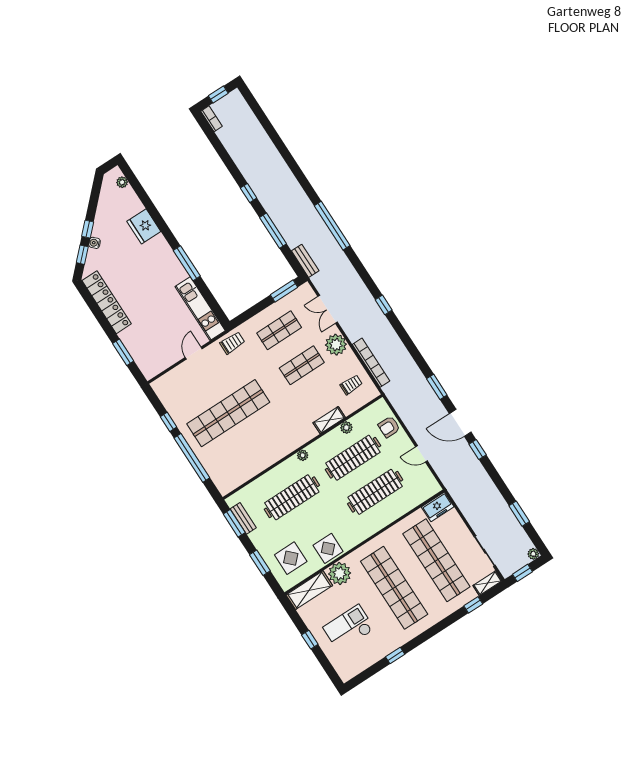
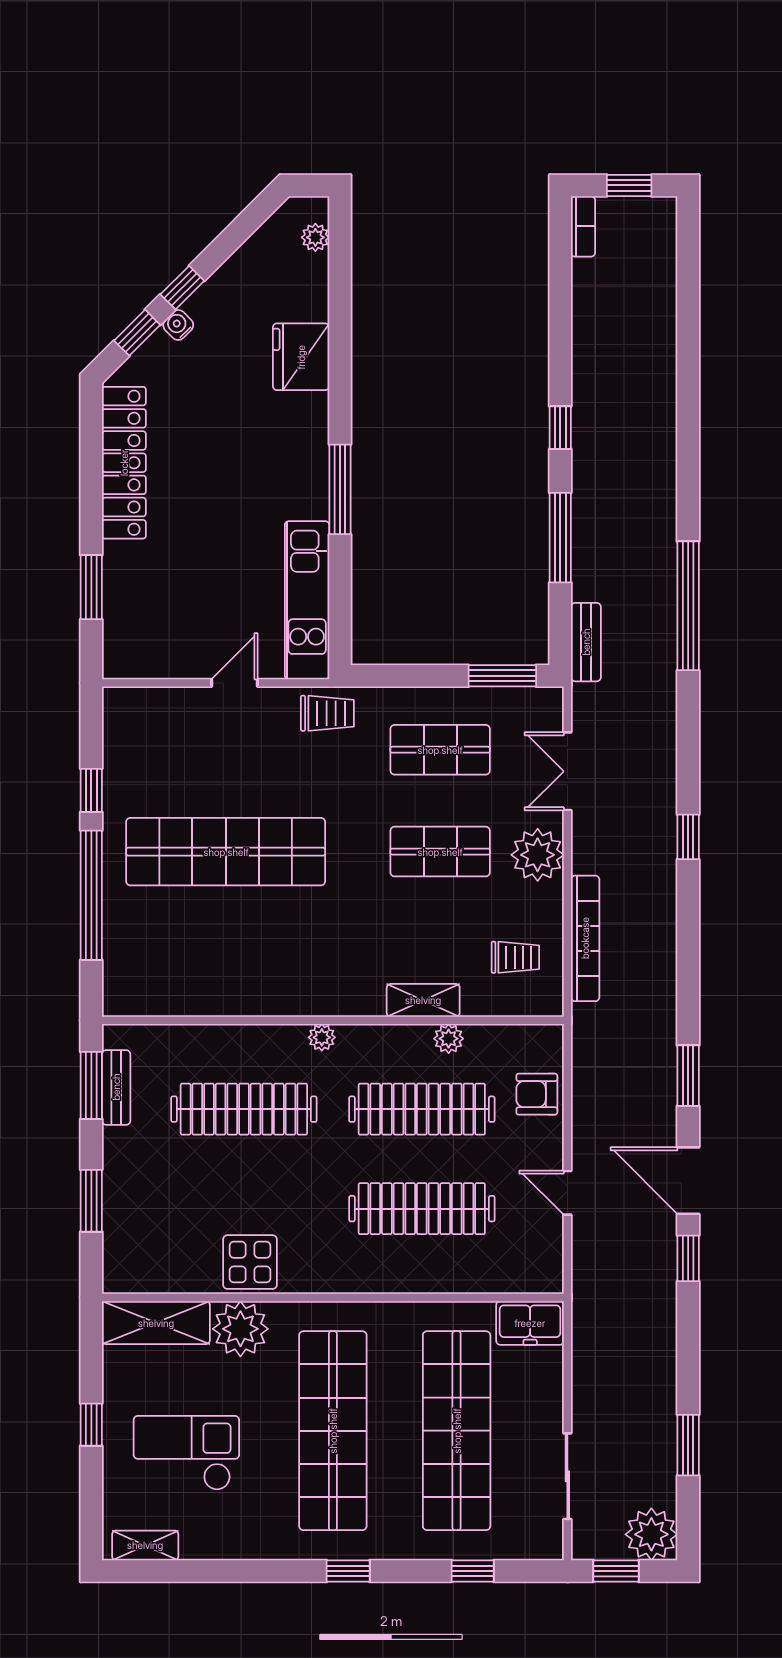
plant: (533, 554) -> (651, 1534), width x1.87, depth x1.87
display table: (291, 558) -> (160, 1232), removed
shelving: (487, 583) -> (145, 1545), moved
window: (395, 656) -> (348, 1571), moved

